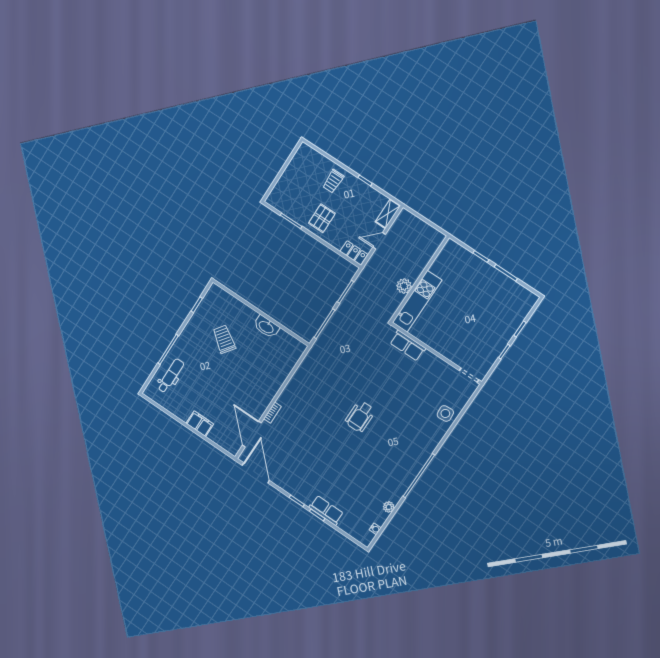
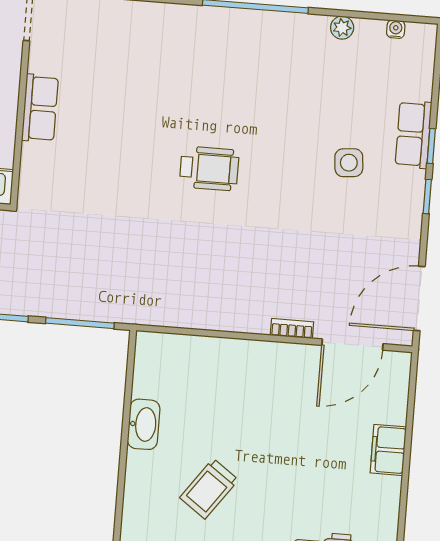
row of seats: (408, 346) -> (40, 108), moved
side table: (445, 413) -> (349, 163), moved

